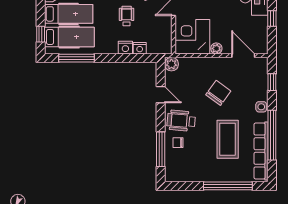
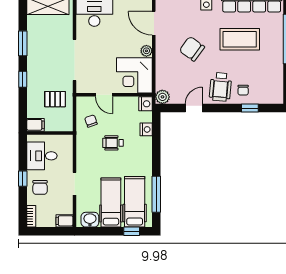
nightstand: (125, 48) -> (146, 104), moved
door: (243, 56) -> (154, 23), hinge flipped
window: (161, 149) -> (250, 108), width x0.46

